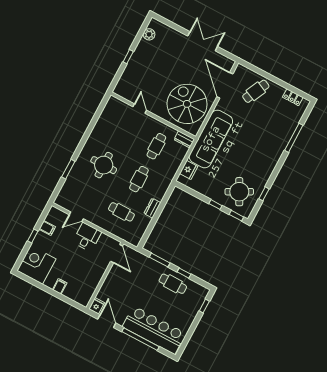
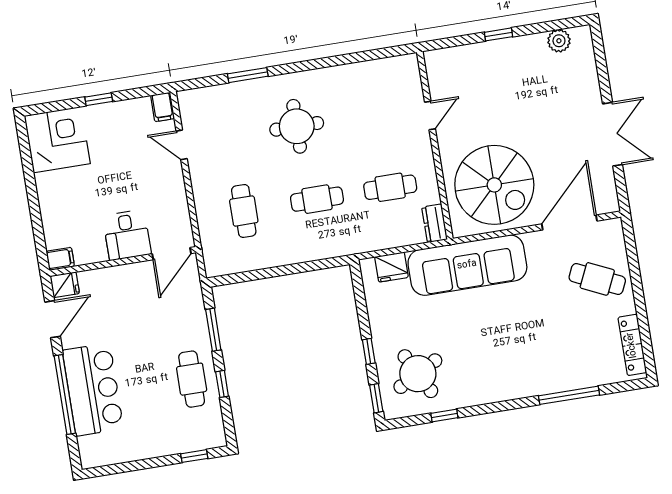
locker: (293, 97) -> (632, 345), width x1.53
spiral stairs: (187, 104) -> (494, 185), turned 90
dresser: (152, 208) -> (287, 255), removed
filing cabinet: (47, 228) -> (163, 107), moved
desk: (87, 237) -> (127, 235), moved, turned 90
filing cabinet: (60, 286) -> (60, 259), moved
bar counter: (154, 330) -> (93, 389), width x0.73

